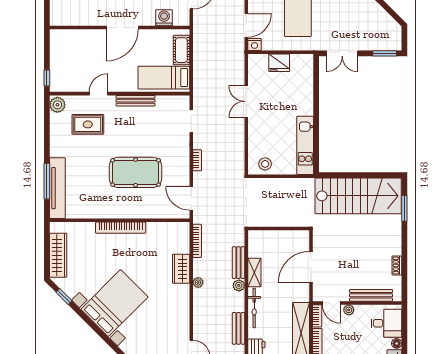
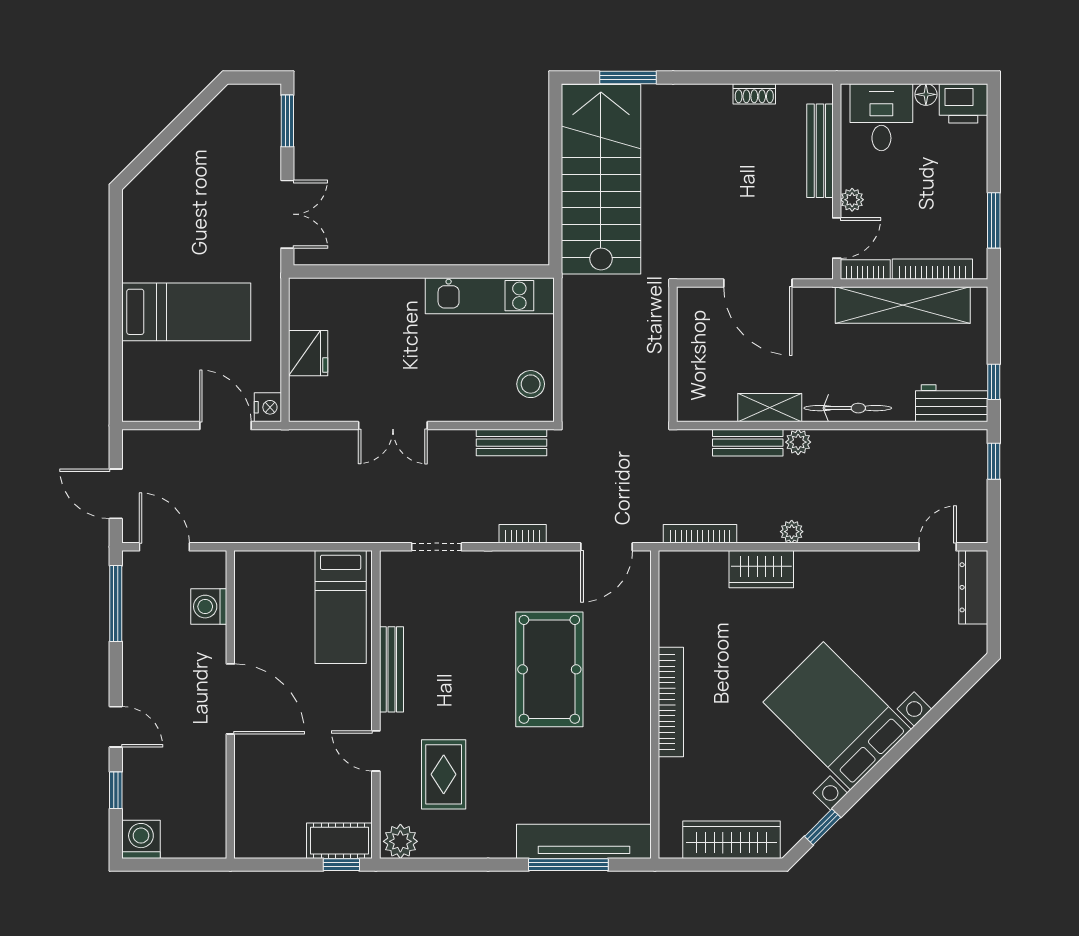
cot: (181, 50) -> (339, 841), moved
bench: (239, 328) -> (511, 443), moved

